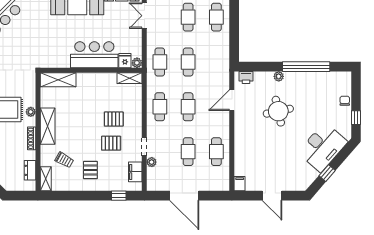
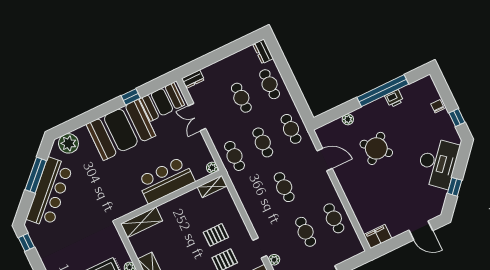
fridge: (125, 61) -> (199, 171), removed
plant: (279, 76) -> (348, 119), moved
printer: (246, 78) -> (394, 99), moved
door: (232, 100) -> (325, 160), swing flipped
cafe table: (160, 107) -> (291, 129), moved
round table: (278, 111) -> (376, 148), turned -33
filing cabinet: (240, 184) -> (378, 237), width x2.00
door: (272, 196) -> (421, 230), moved

